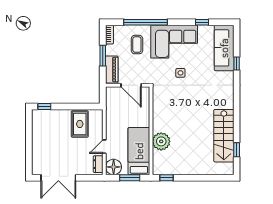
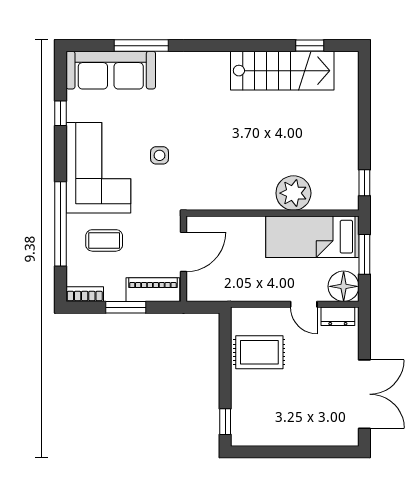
window: (237, 64) -> (141, 46), width x2.17

